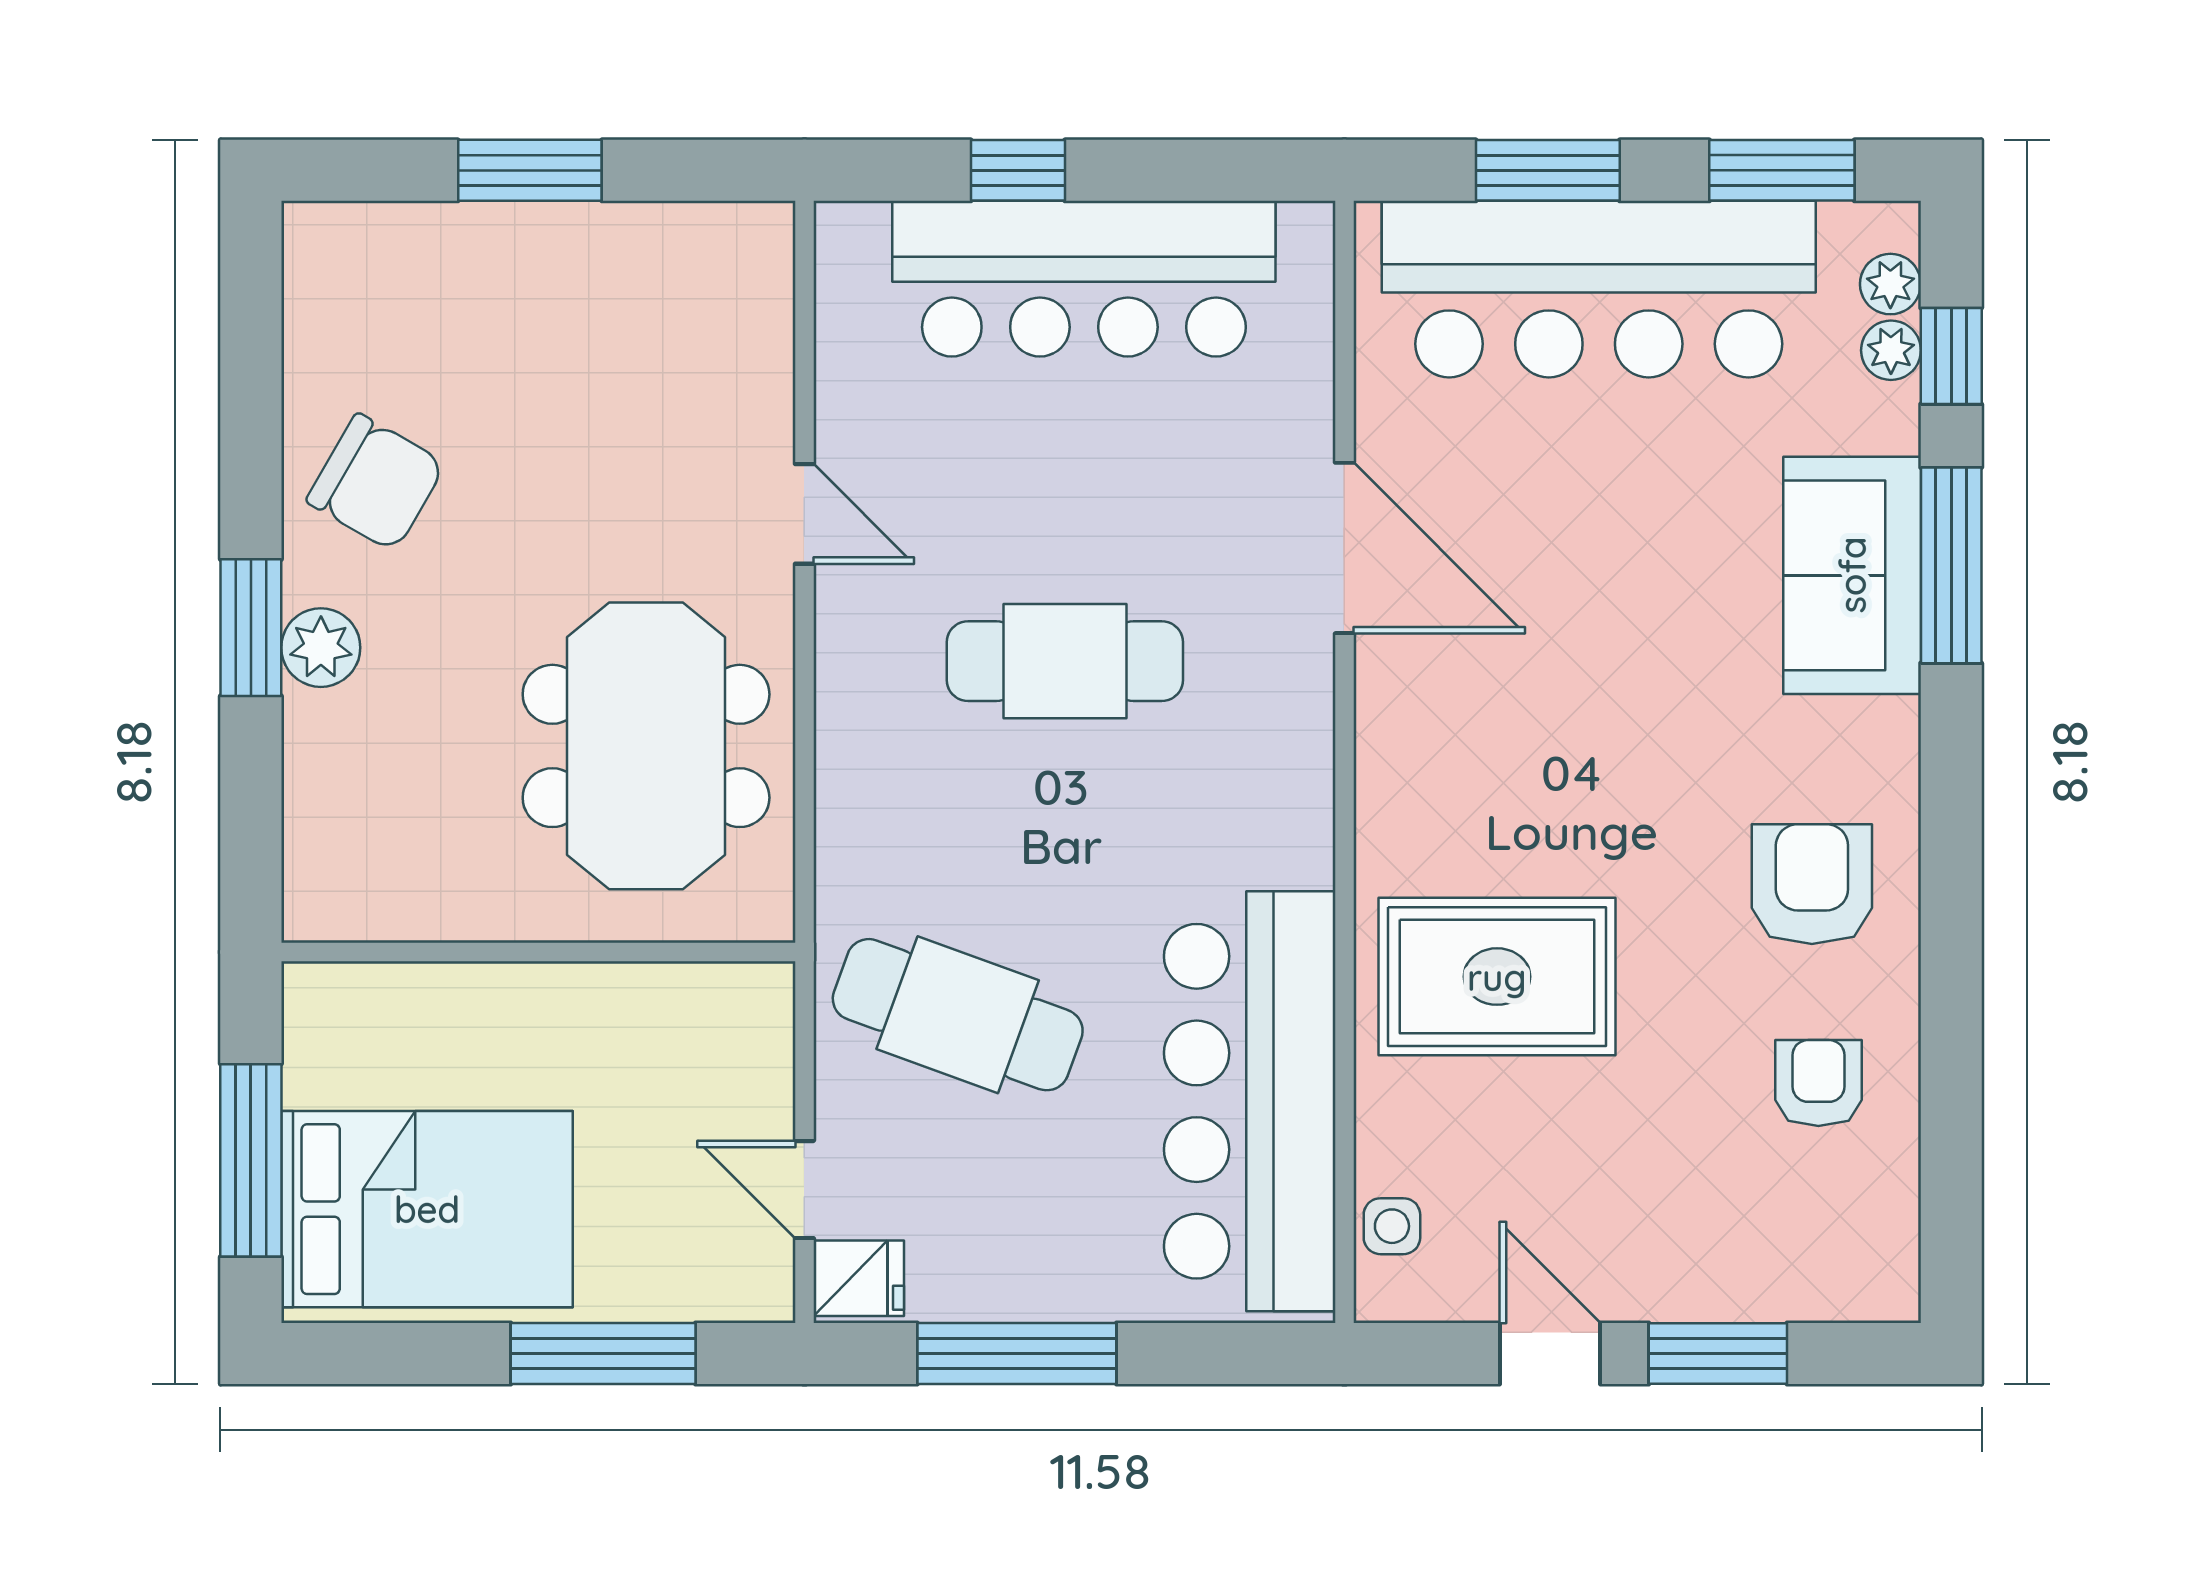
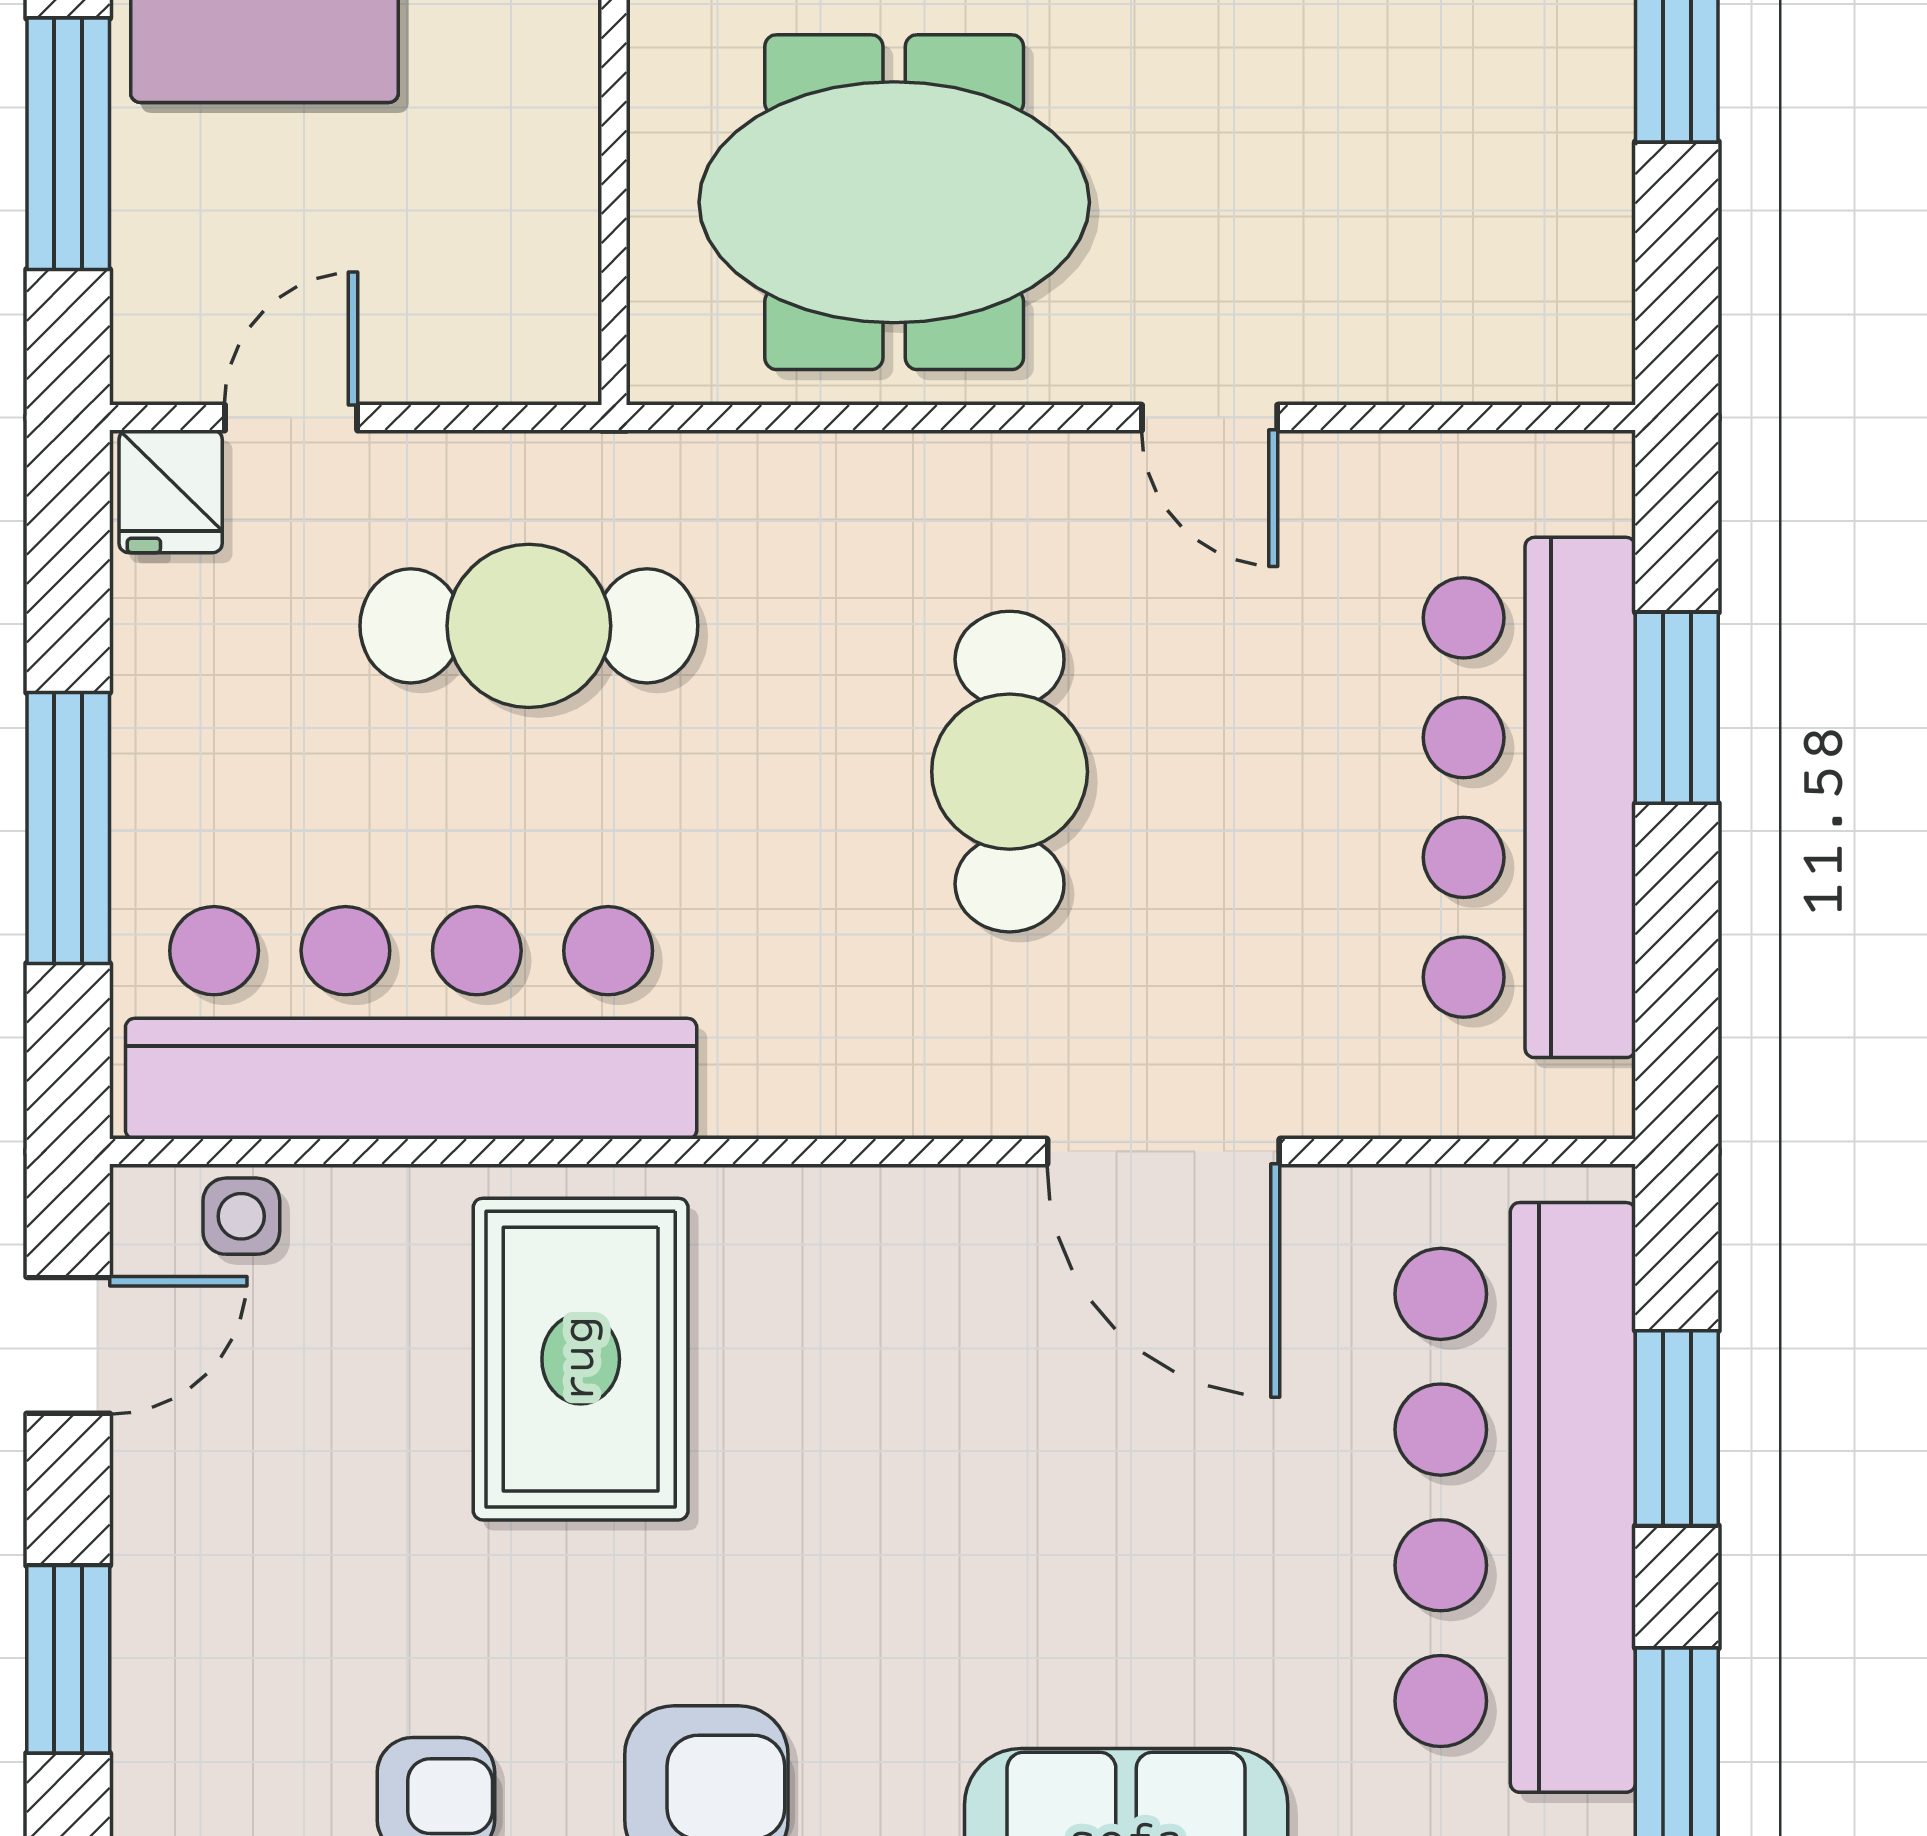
window: (1018, 170) -> (1677, 708), width x1.50
door: (804, 514) -> (1210, 418), hinge flipped
door: (1344, 548) -> (1163, 1152), hinge flipped
cafe table: (958, 1015) -> (529, 626), turned 70
window: (1017, 1353) -> (68, 828), moved
door: (1550, 1353) -> (68, 1345), moved

